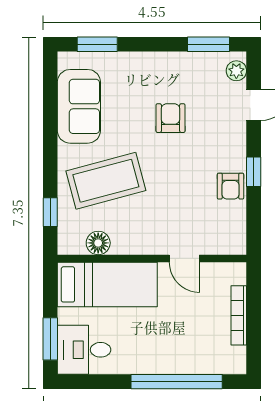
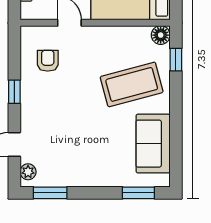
armchair: (171, 118) -> (80, 134), removed
armchair: (230, 186) -> (48, 61), moved
floor lamp: (98, 243) -> (161, 35), moved

